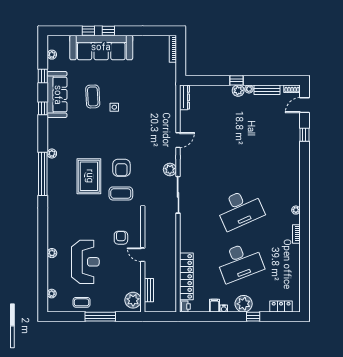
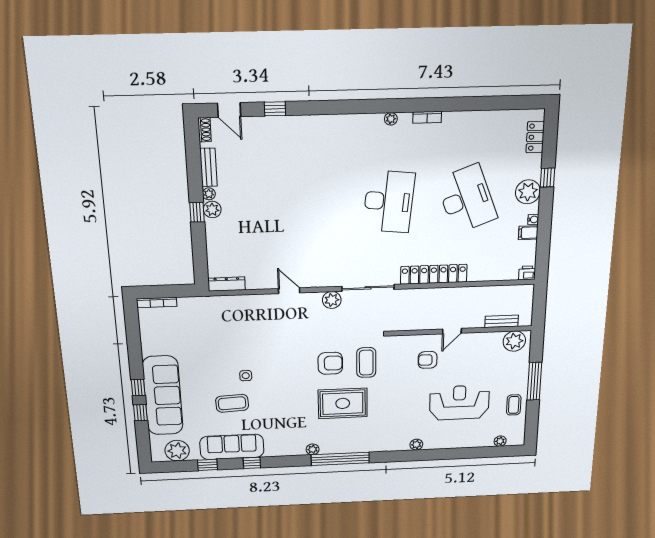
plant: (52, 55) -> (177, 451), width x1.88, depth x1.88
desk: (240, 209) -> (389, 201), turned 30
plant: (52, 253) -> (416, 445), moved
locker: (186, 276) -> (434, 274), moved

